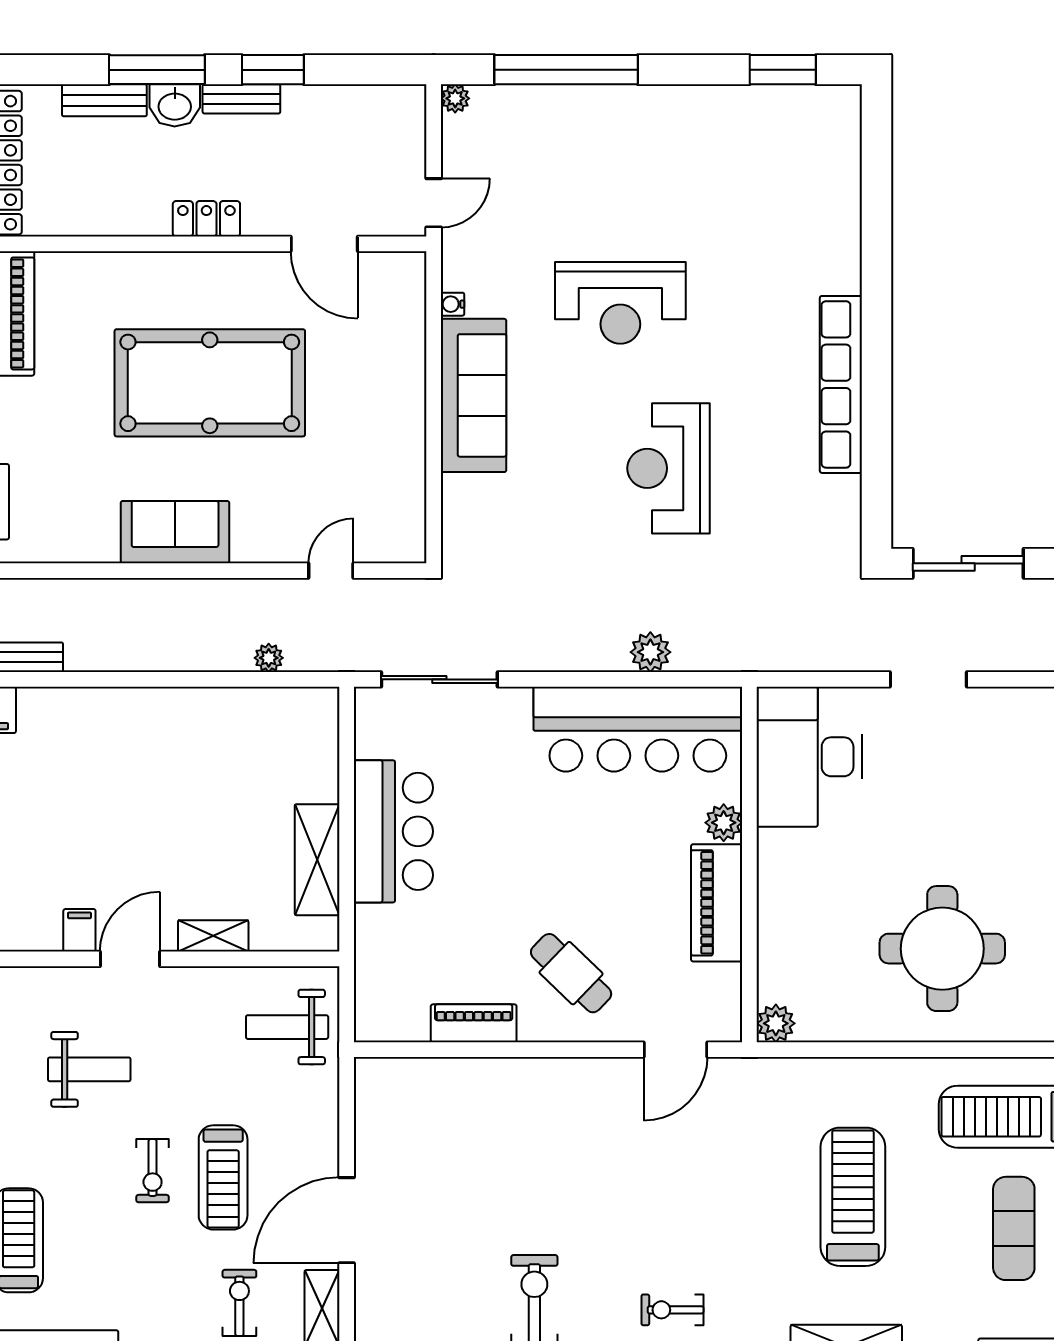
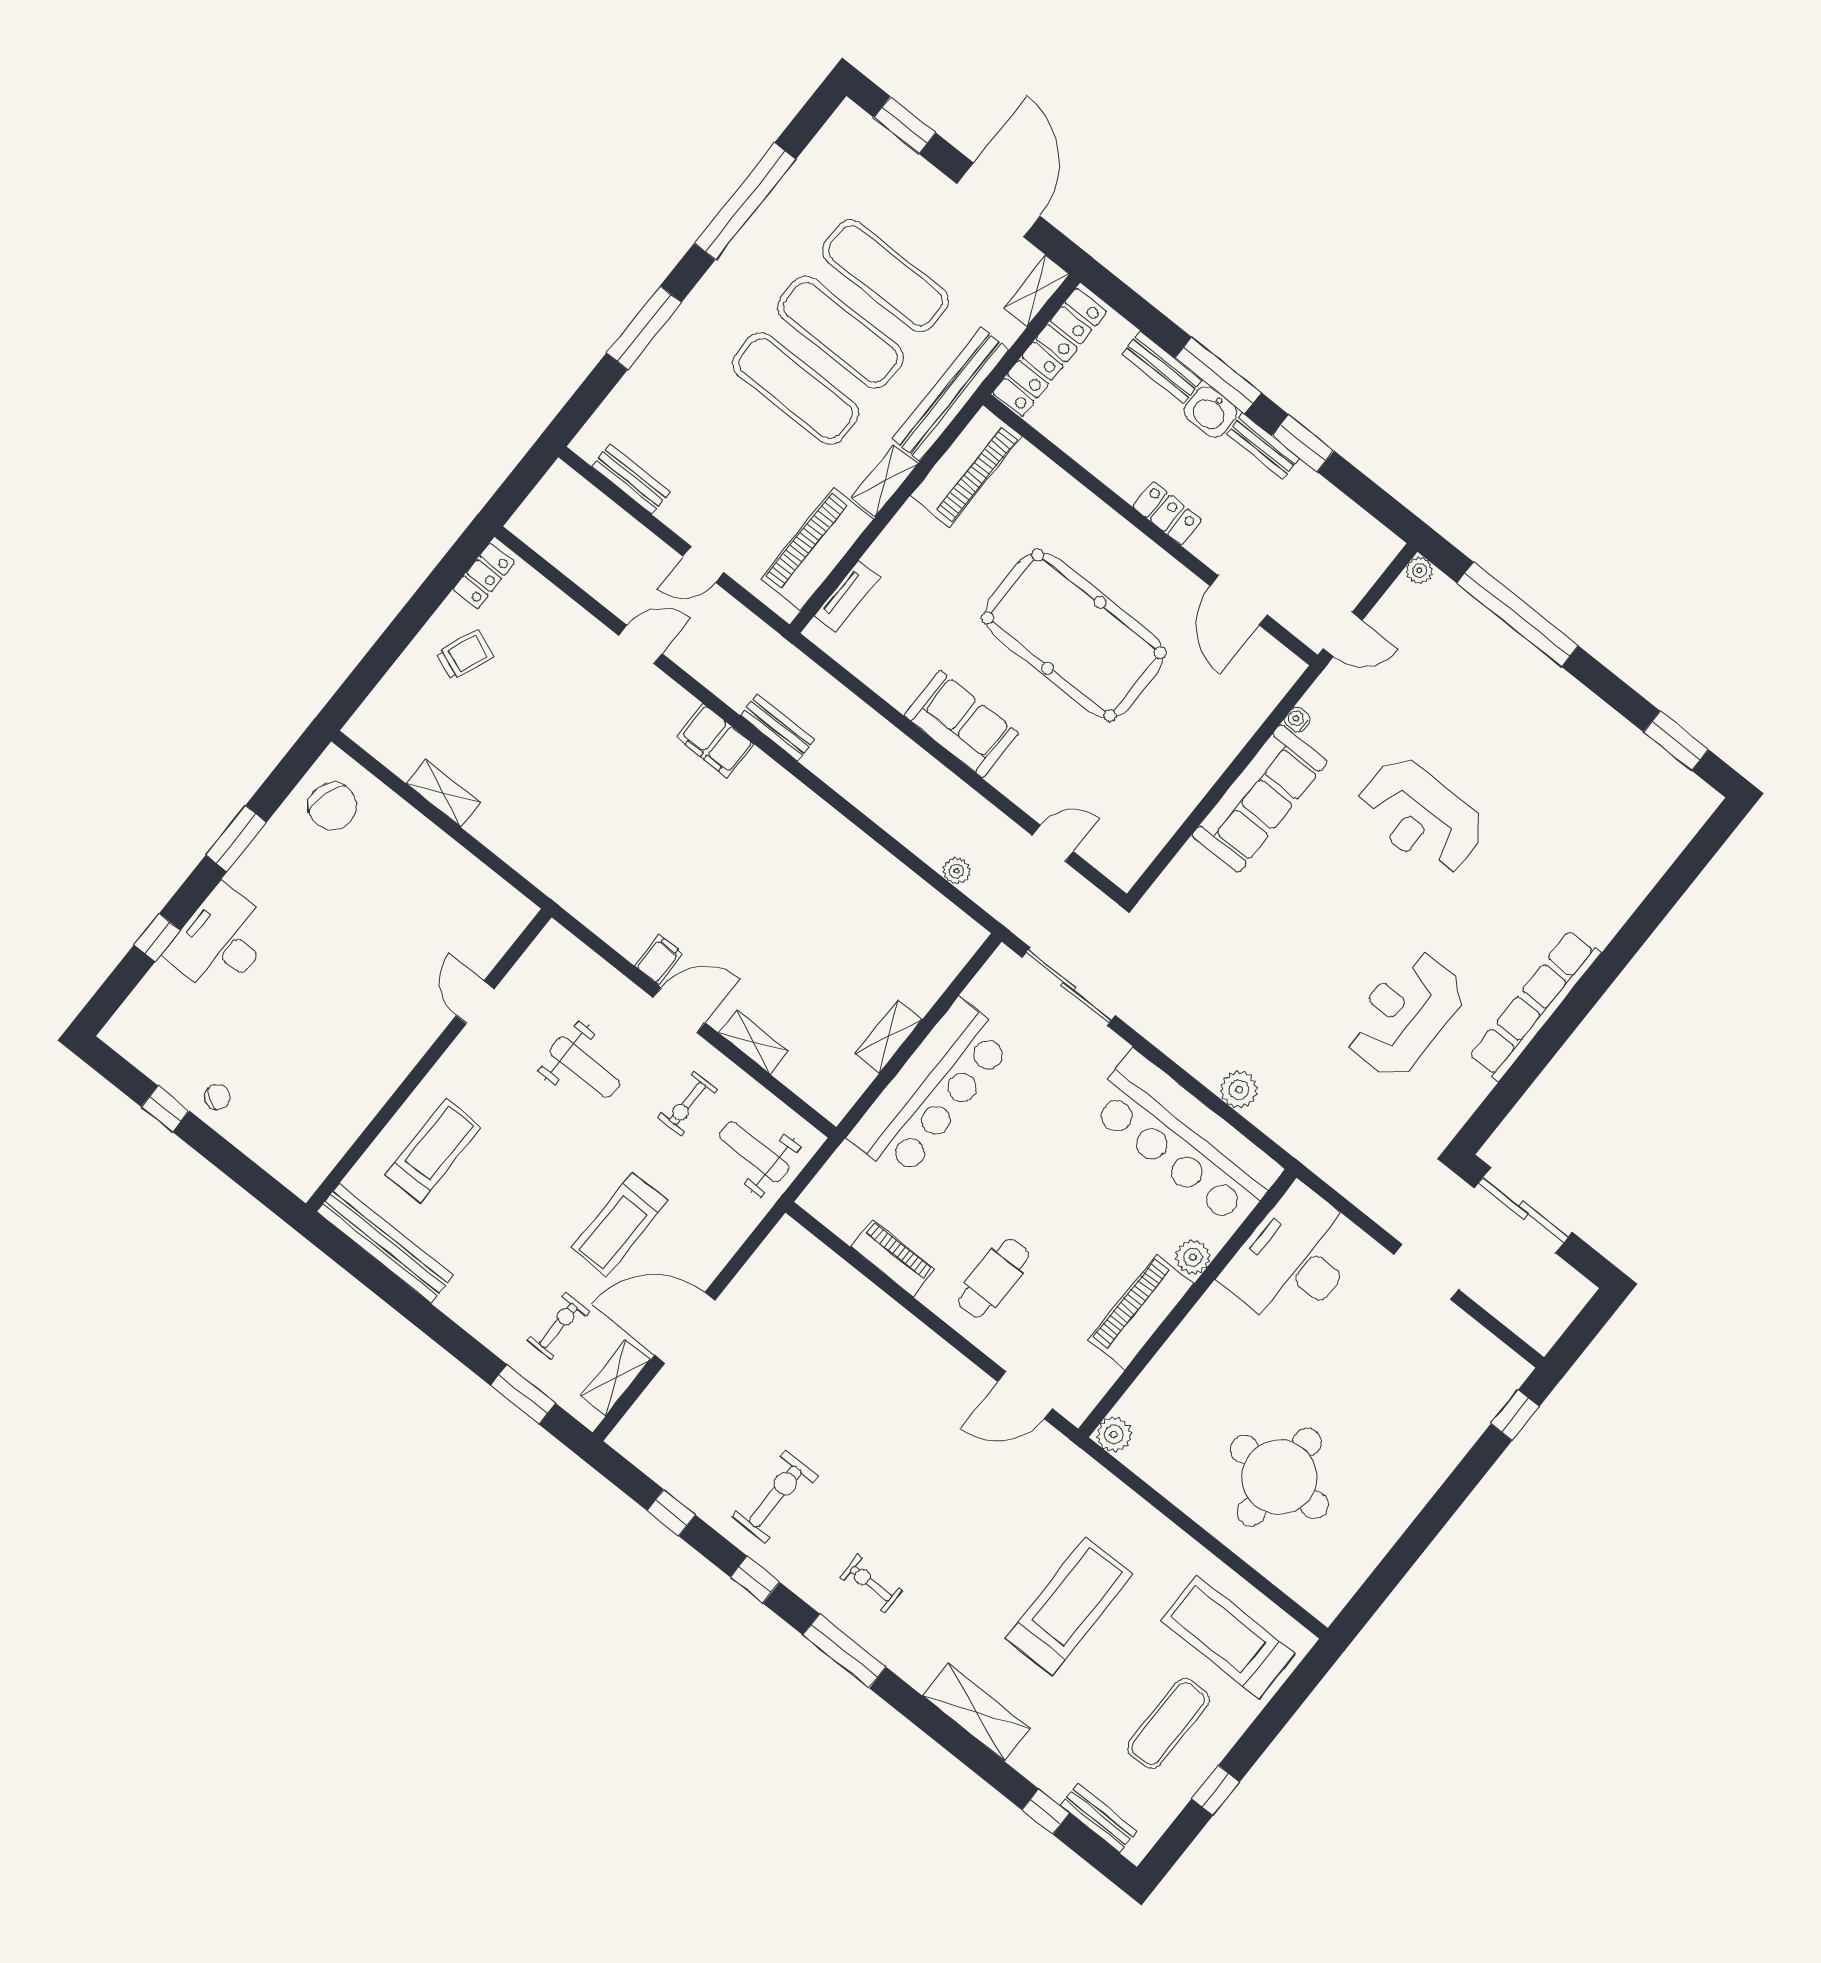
reception desk: (669, 468) -> (1404, 1014), moved
bar counter: (393, 831) -> (931, 1090), width x1.36
shelving: (317, 860) -> (889, 1036), width x0.67, depth x0.75
cafe table: (571, 973) -> (993, 1278), turned 46
exercise bike: (153, 1171) -> (687, 1103), moved

